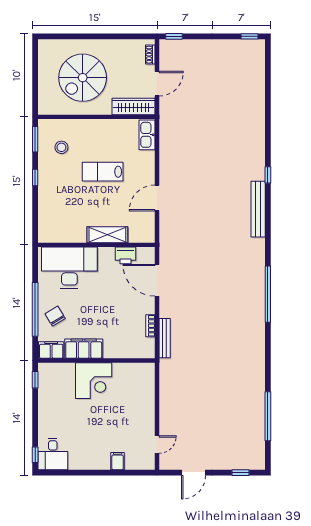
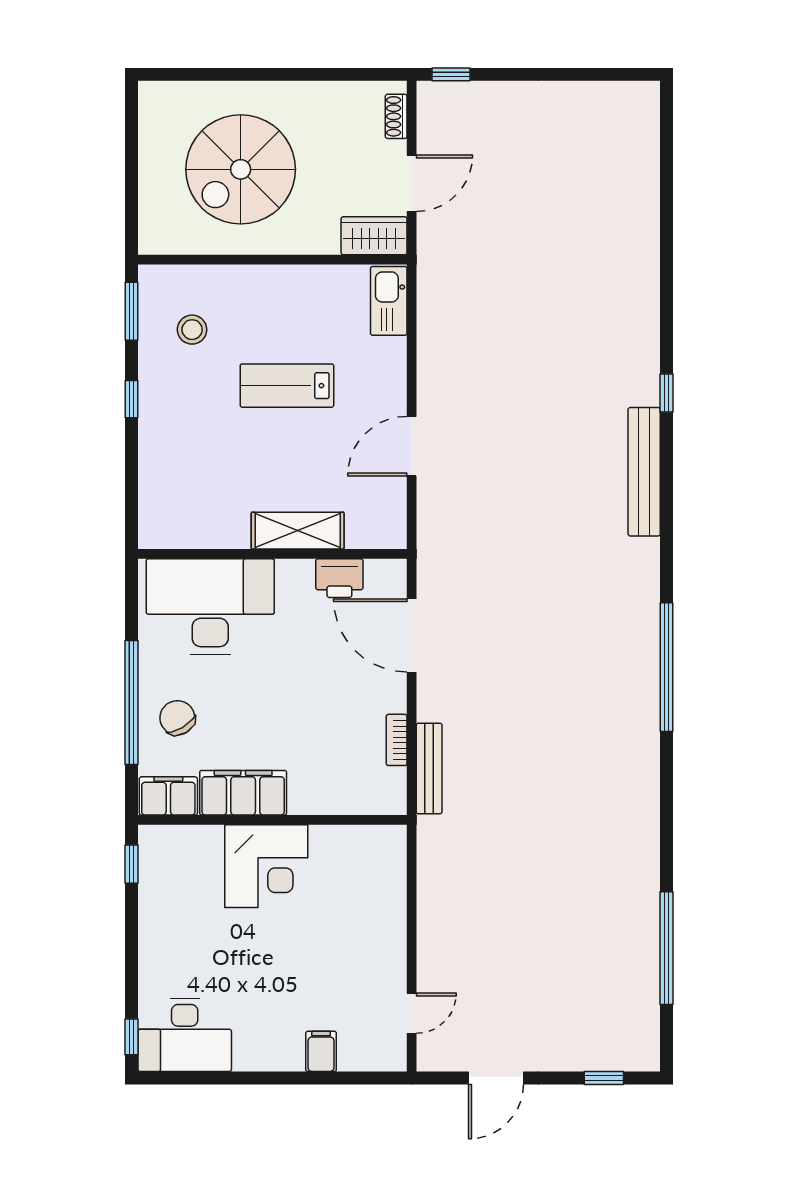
window: (249, 36) -> (625, 74), removed
wardrobe: (133, 107) -> (374, 236), width x0.67
desk: (53, 454) -> (185, 1035), width x1.37

